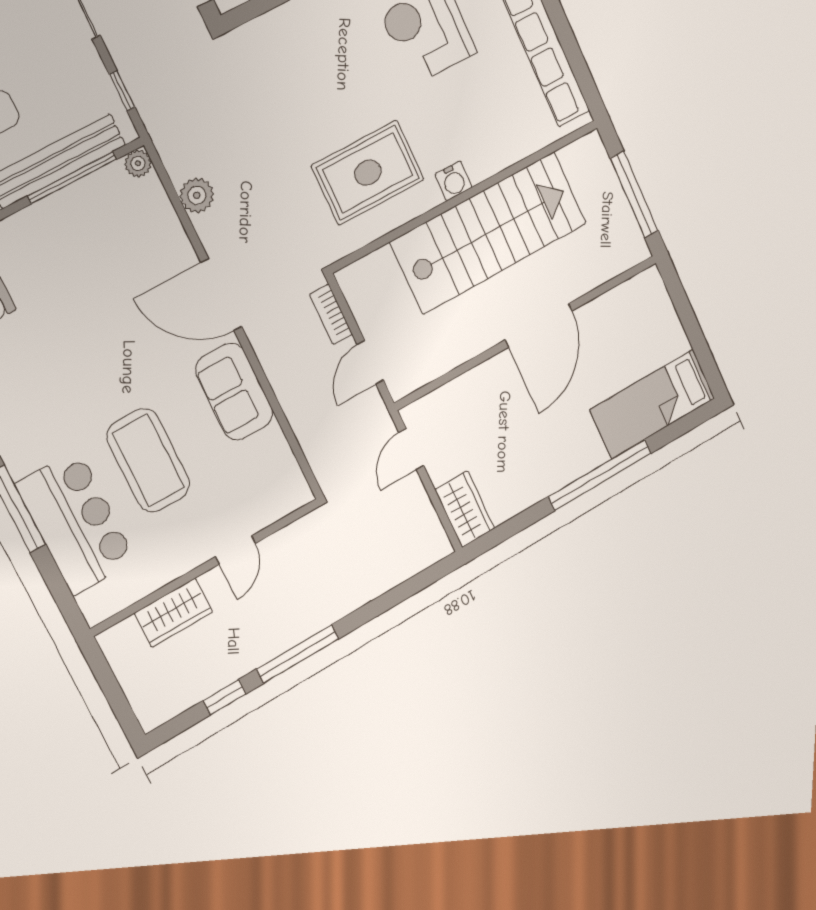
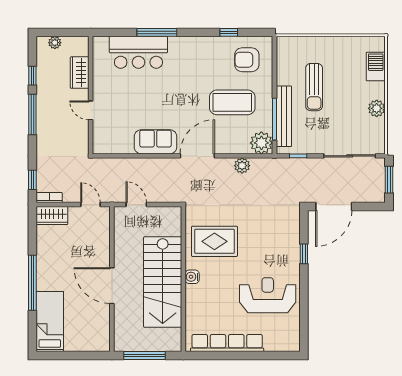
plant: (138, 163) -> (261, 143), width x1.88, depth x1.88
rug: (368, 173) -> (214, 241), turned 90
bookcase: (331, 314) -> (49, 198), moved
coffee table: (148, 460) -> (232, 102), moved
window: (418, 583) -> (32, 180), added
plant: (139, 693) -> (55, 43), added

